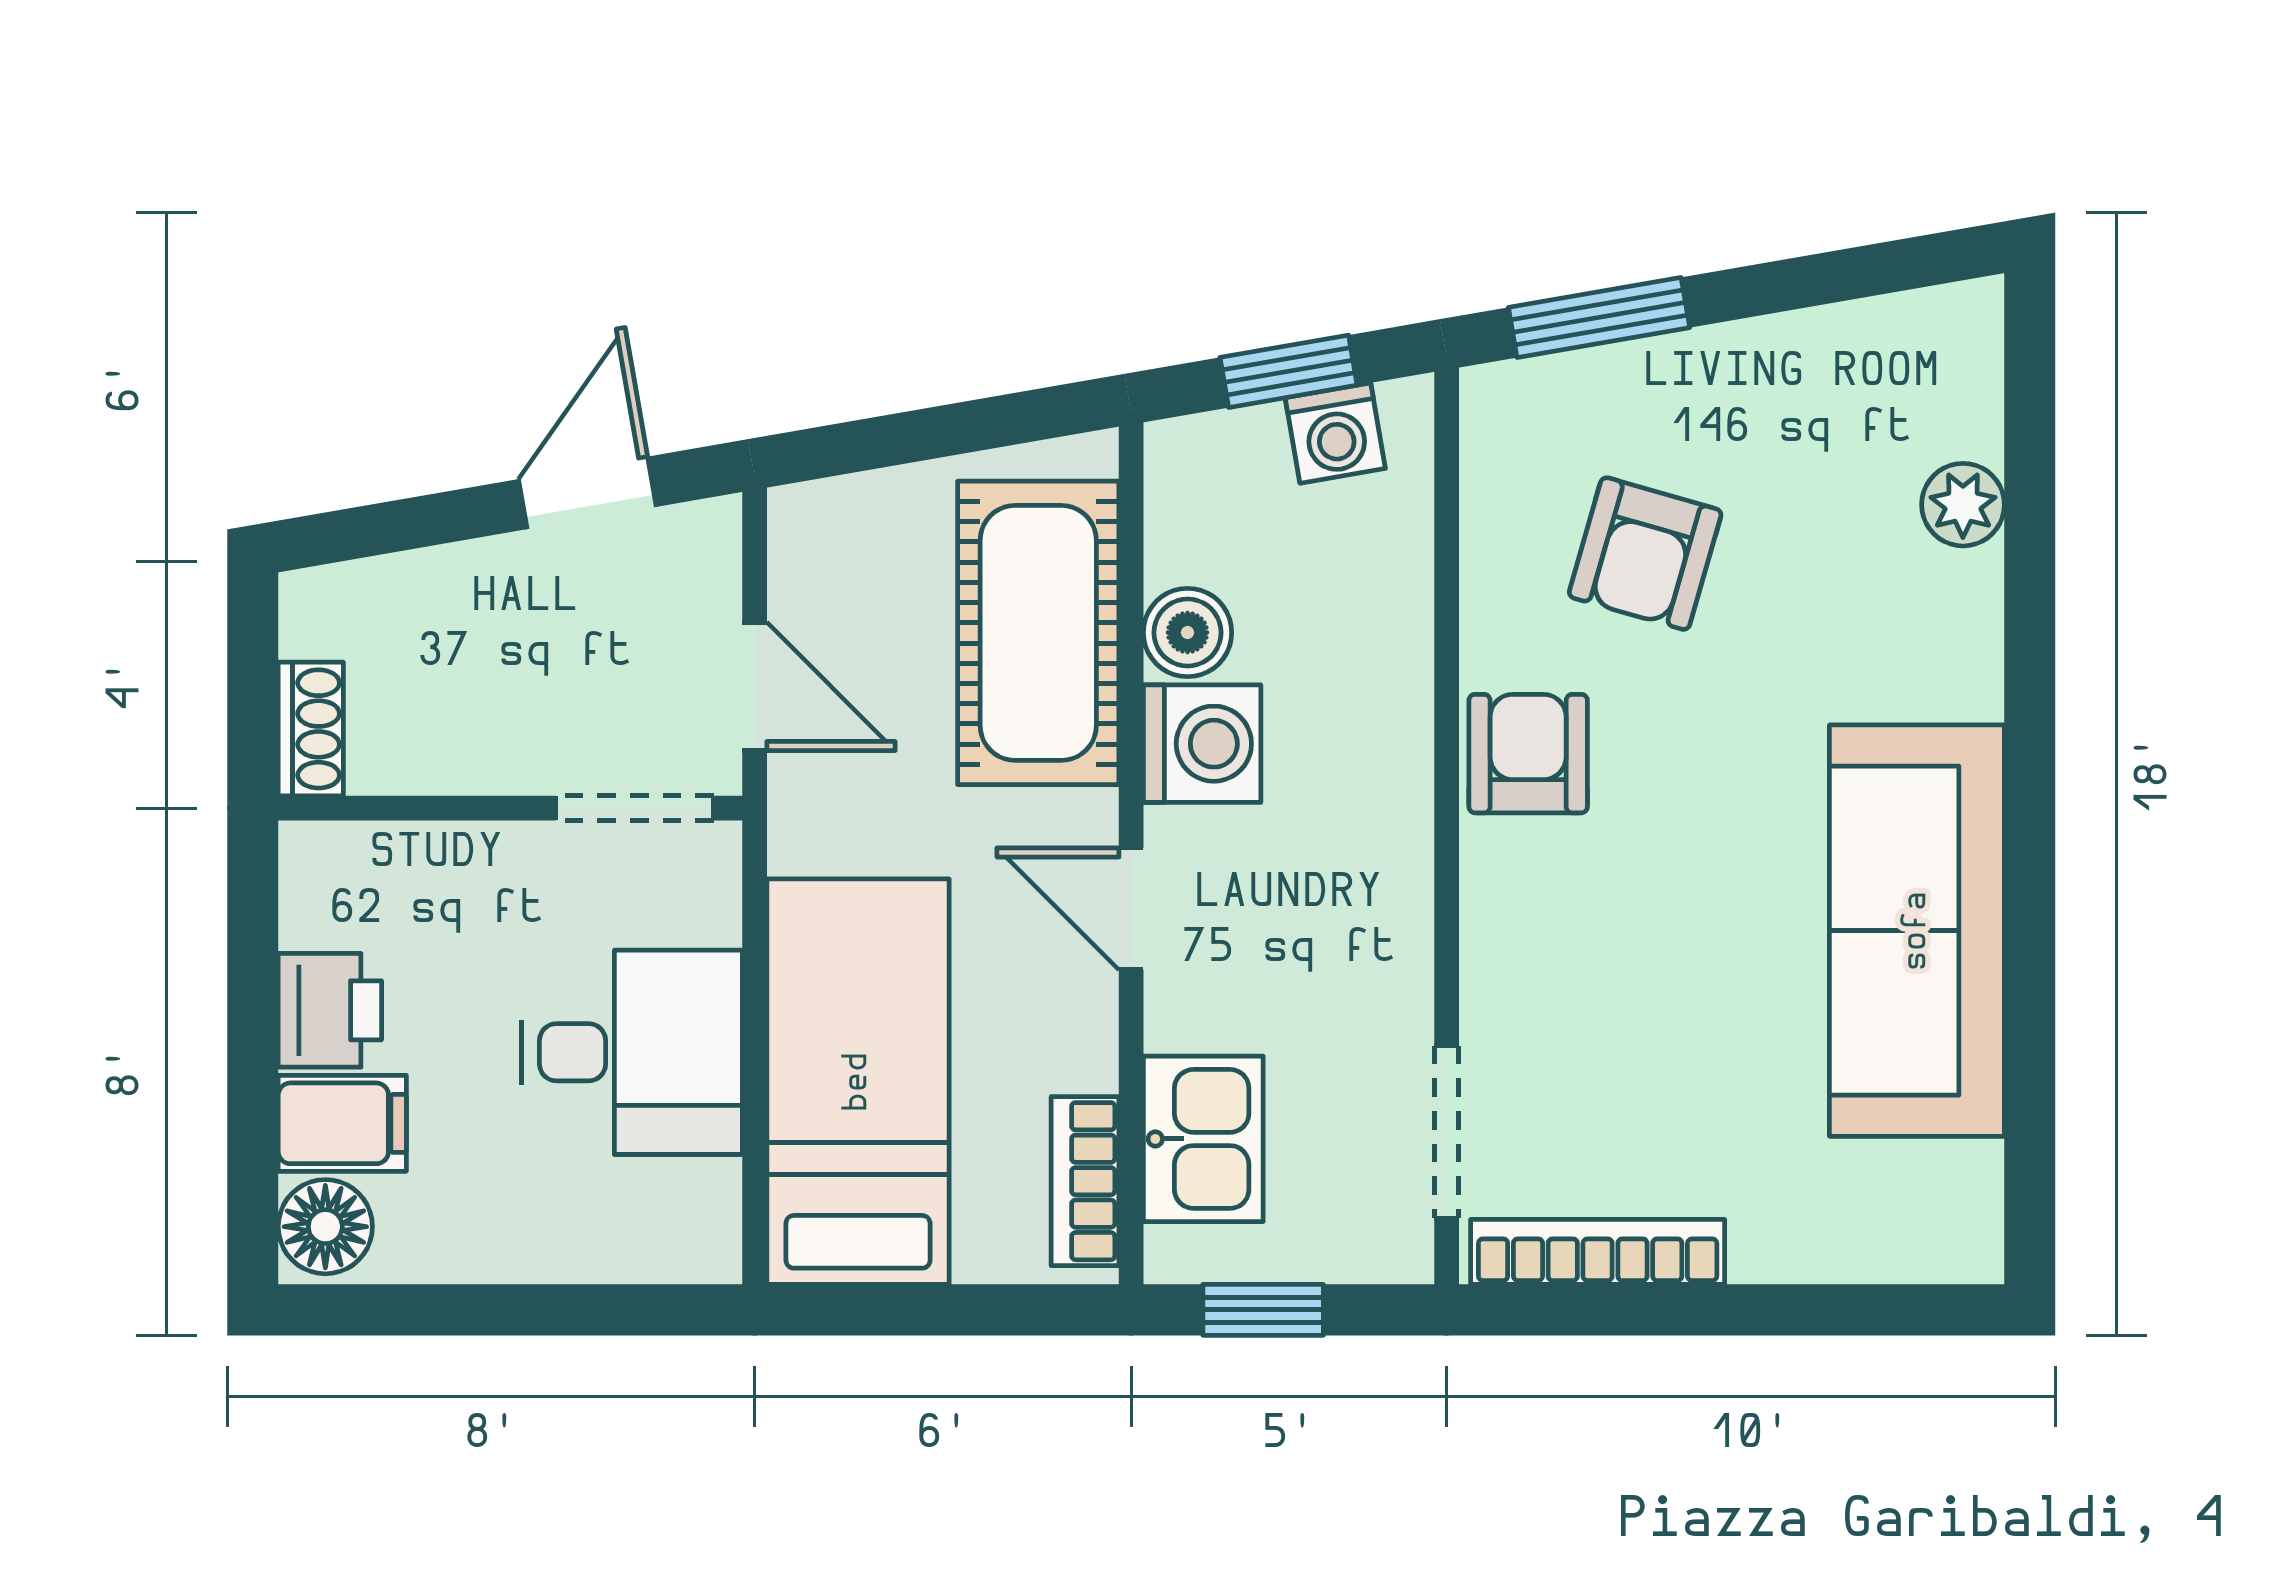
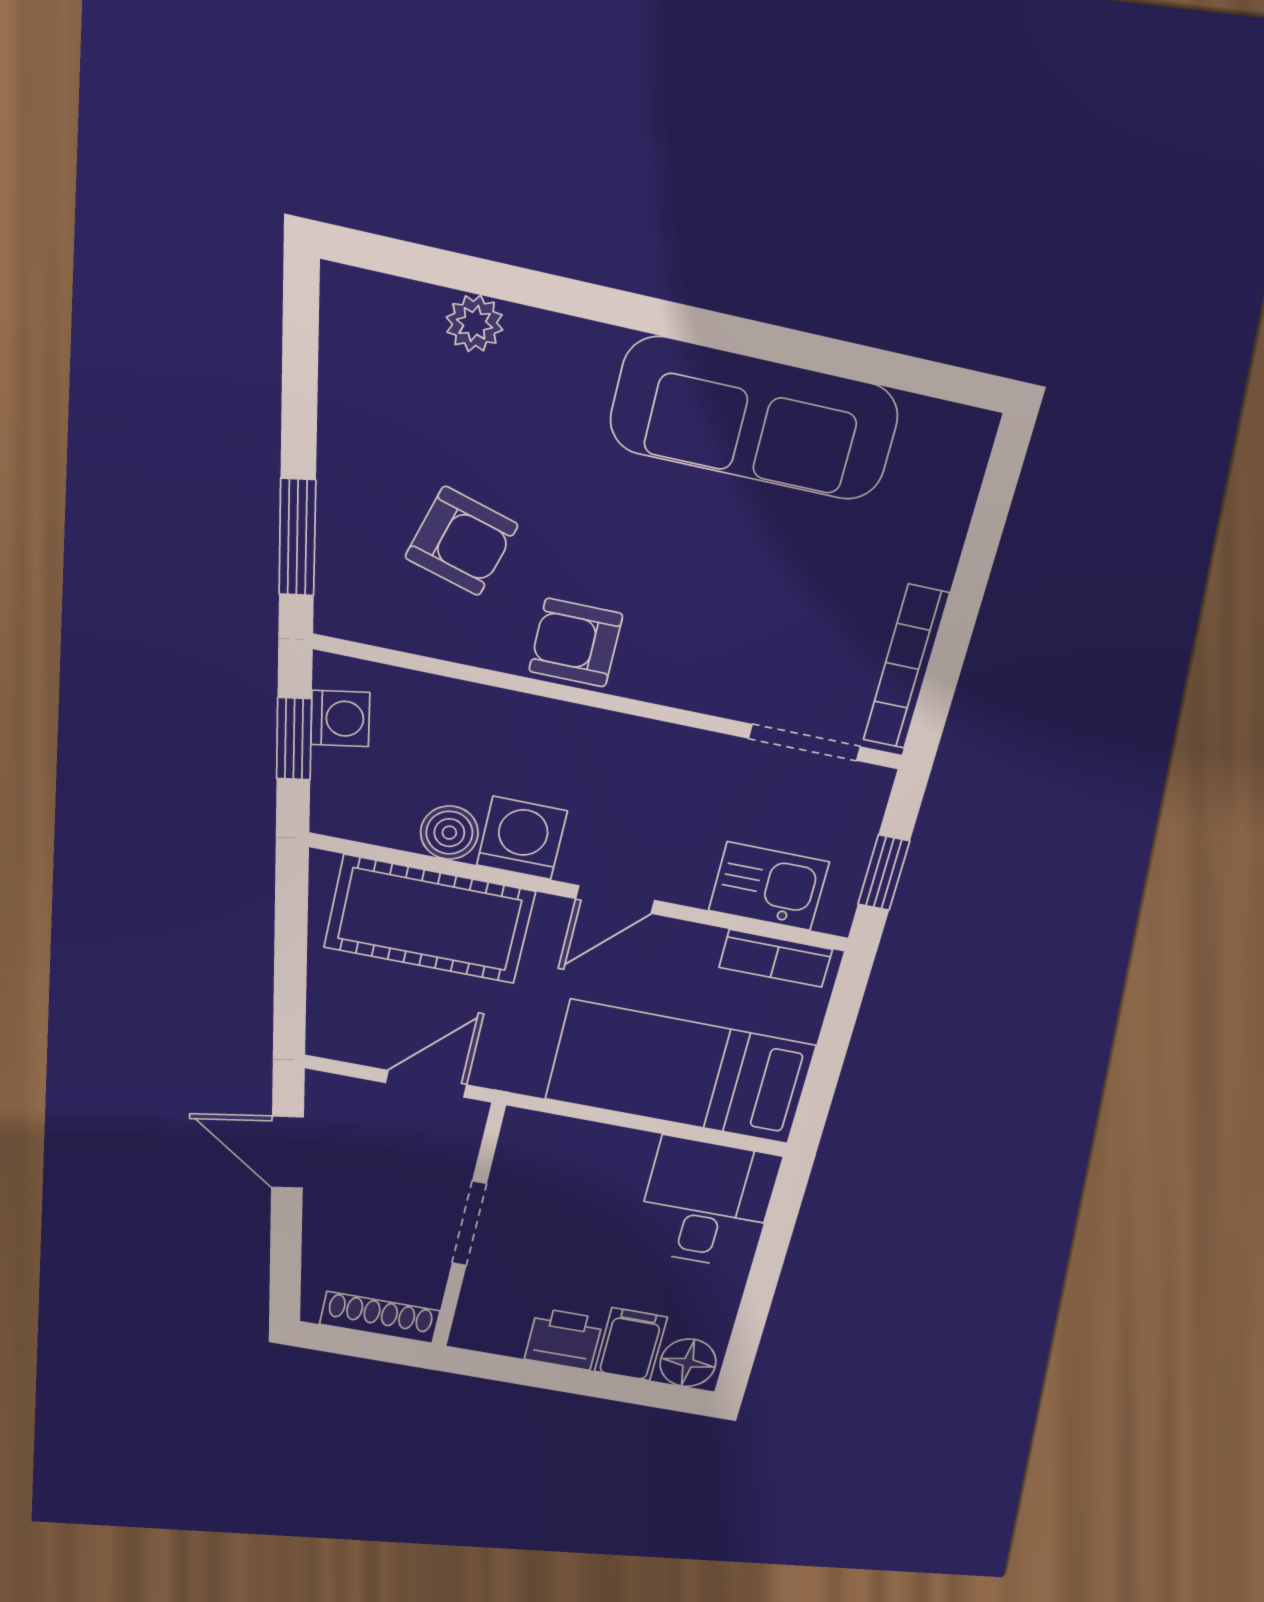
shoe rack: (311, 729) -> (380, 1317), width x1.43
doorway: (635, 808) -> (469, 1223), moved
desk: (632, 1052) -> (707, 1203), moved

